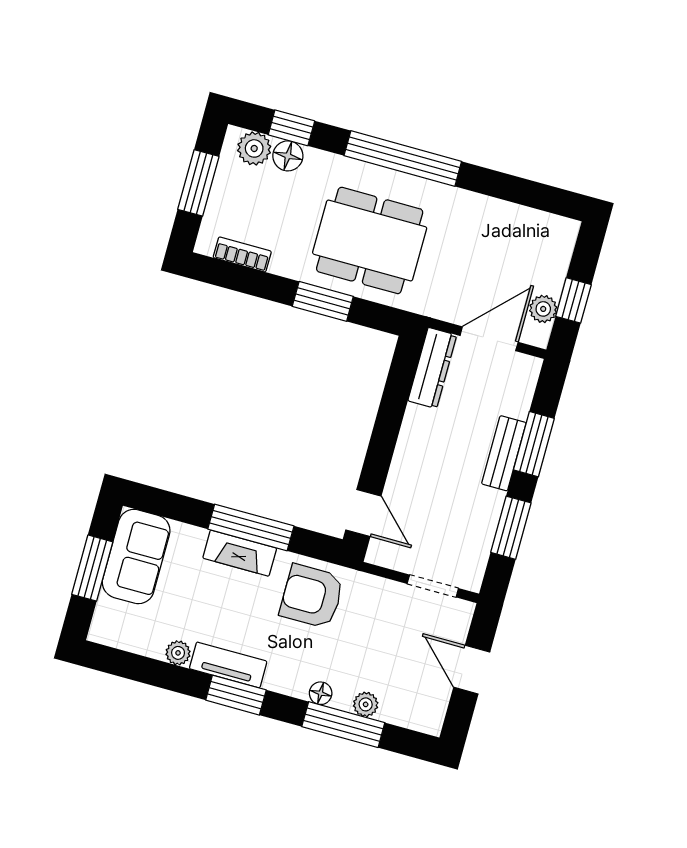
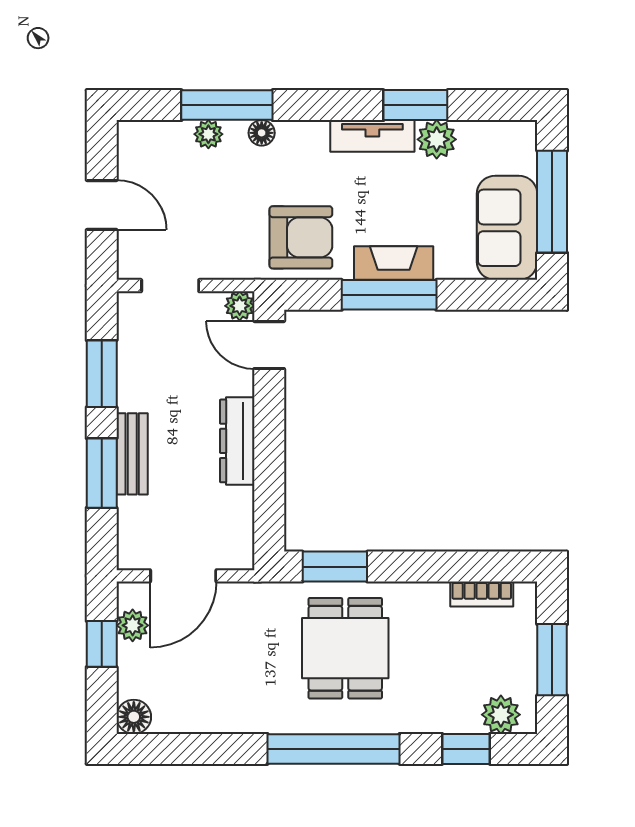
floor lamp: (288, 156) -> (134, 717), moved
dining table: (370, 240) -> (345, 648), width x0.73
window: (323, 301) -> (335, 567), moved
dresser: (432, 368) -> (237, 441), moved
plant: (379, 553) -> (240, 306), added
window: (92, 568) -> (552, 202), width x1.44
plant: (178, 653) -> (437, 139), width x1.38, depth x1.38
window: (236, 695) -> (415, 105), moved

